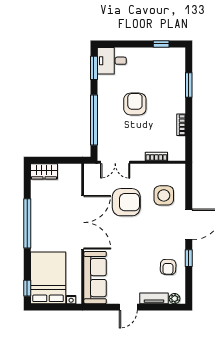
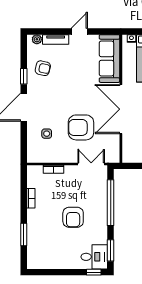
window: (161, 44) -> (94, 272), moved
side table: (164, 195) -> (47, 134), width x0.54, depth x0.54
armchair: (168, 267) -> (43, 68), turned 101

